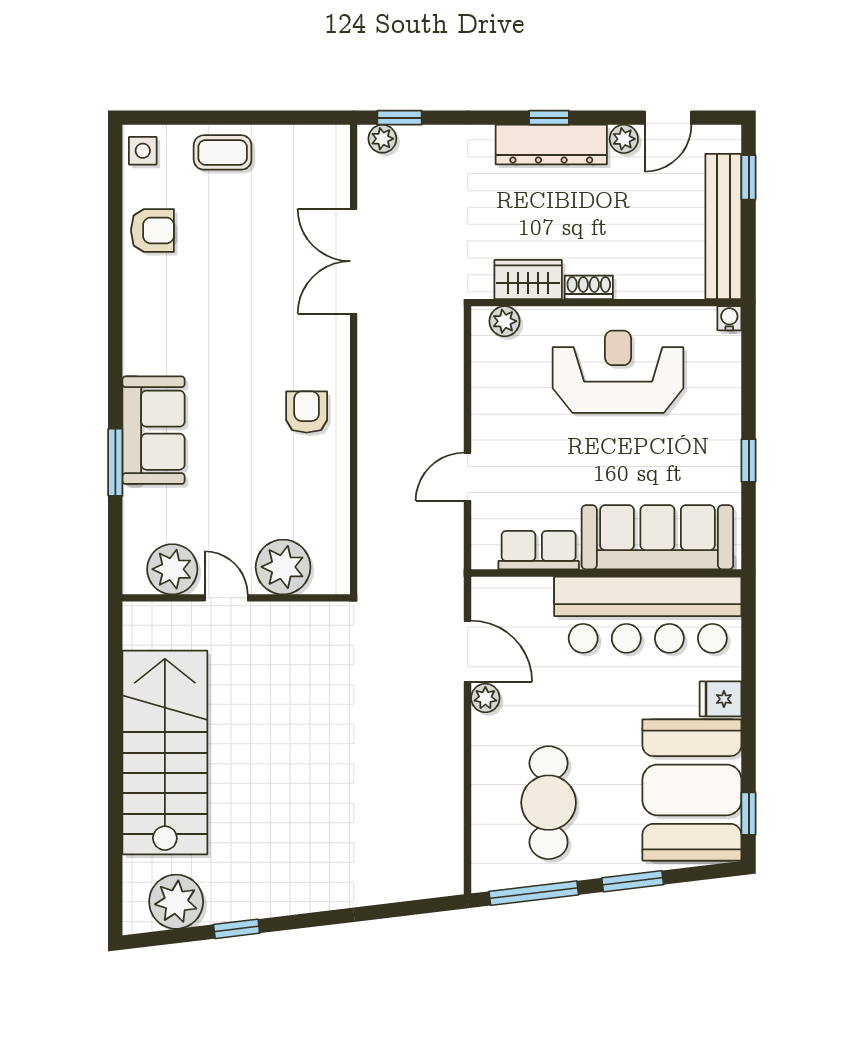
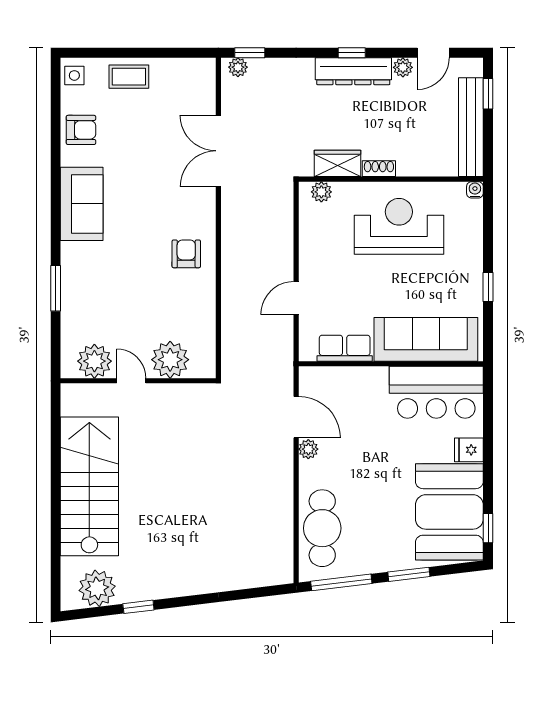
sofa: (154, 430) -> (82, 204), moved
bar counter: (648, 615) -> (436, 392), width x0.73
cafe table: (549, 803) -> (322, 528), moved

